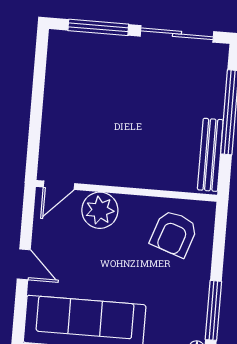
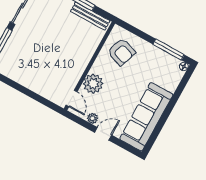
plant: (42, 235) -> (93, 118), added

